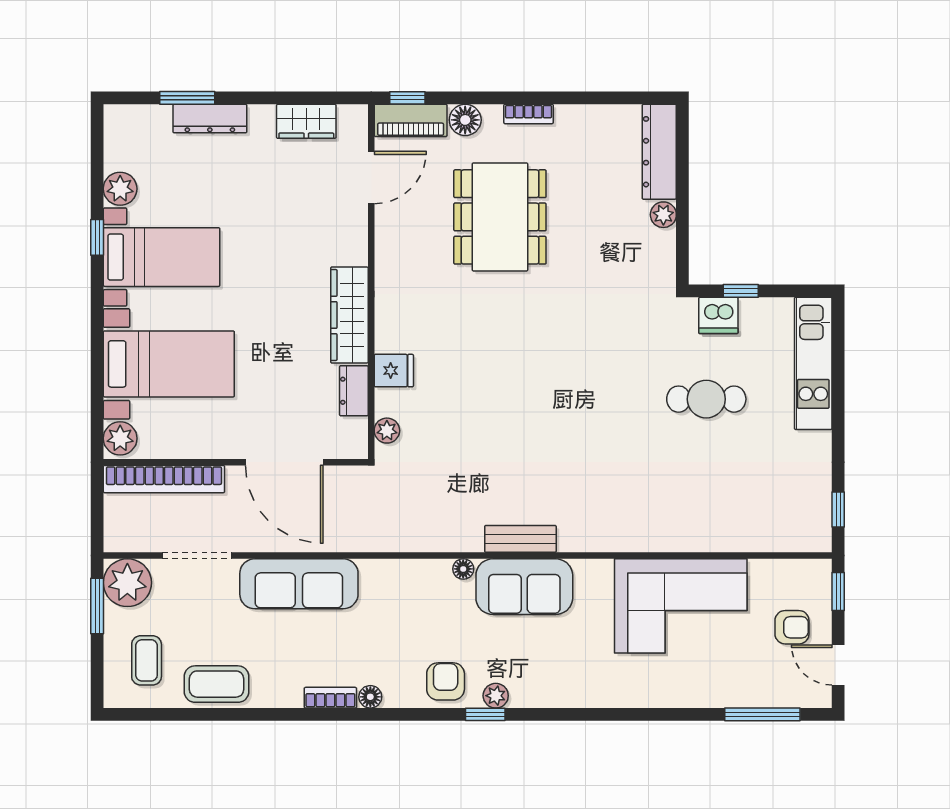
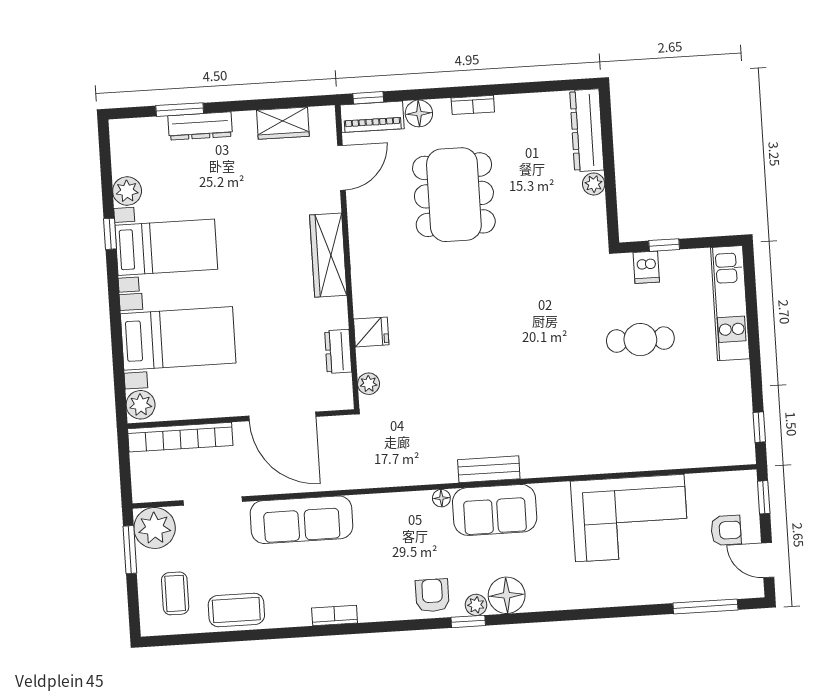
wardrobe: (349, 315) -> (328, 255), moved
dishwasher: (718, 315) -> (646, 267), width x0.73
floor lamp: (370, 697) -> (507, 595), moved, width x1.89, depth x1.89

